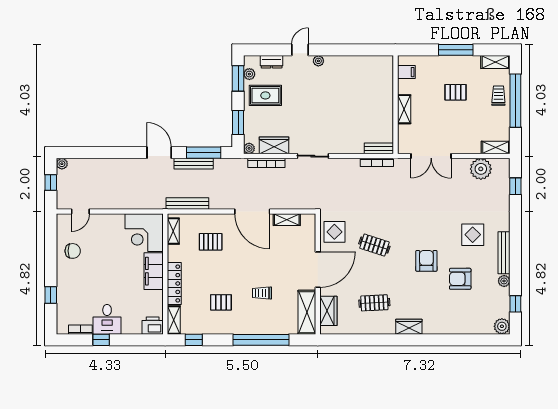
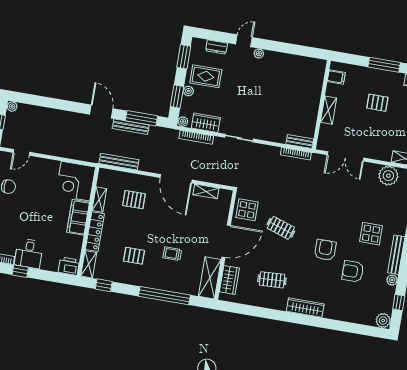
plant: (249, 74) -> (188, 91), moved
shelving: (173, 231) -> (99, 200), moved
wardrobe: (409, 327) -> (305, 308), width x1.50

